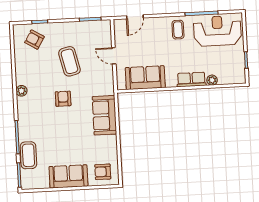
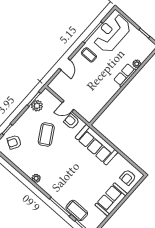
door: (135, 17) -> (65, 64), moved
plant: (87, 28) -> (37, 106), added
coffee table: (69, 61) -> (46, 134), turned 72
sofa: (145, 78) -> (98, 100), removed
armchair: (63, 99) -> (71, 121), moved
sofa: (104, 115) -> (97, 145), width x1.36

